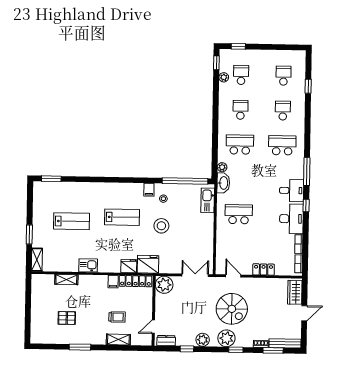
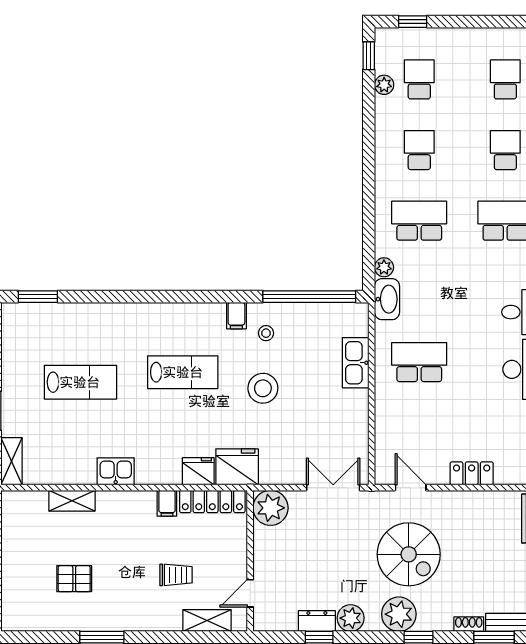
kitchen sink: (208, 200) -> (356, 363), moved
shelving: (118, 340) -> (207, 621), moved
dresser: (166, 341) -> (317, 621), moved

